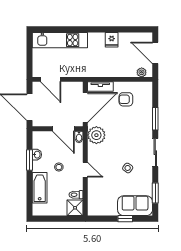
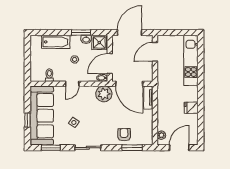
armchair: (126, 99) -> (124, 135), moved
window: (155, 119) -> (132, 148), moved
sofa: (135, 206) -> (42, 116), width x1.85, depth x1.27
shower: (75, 208) -> (99, 42), moved

